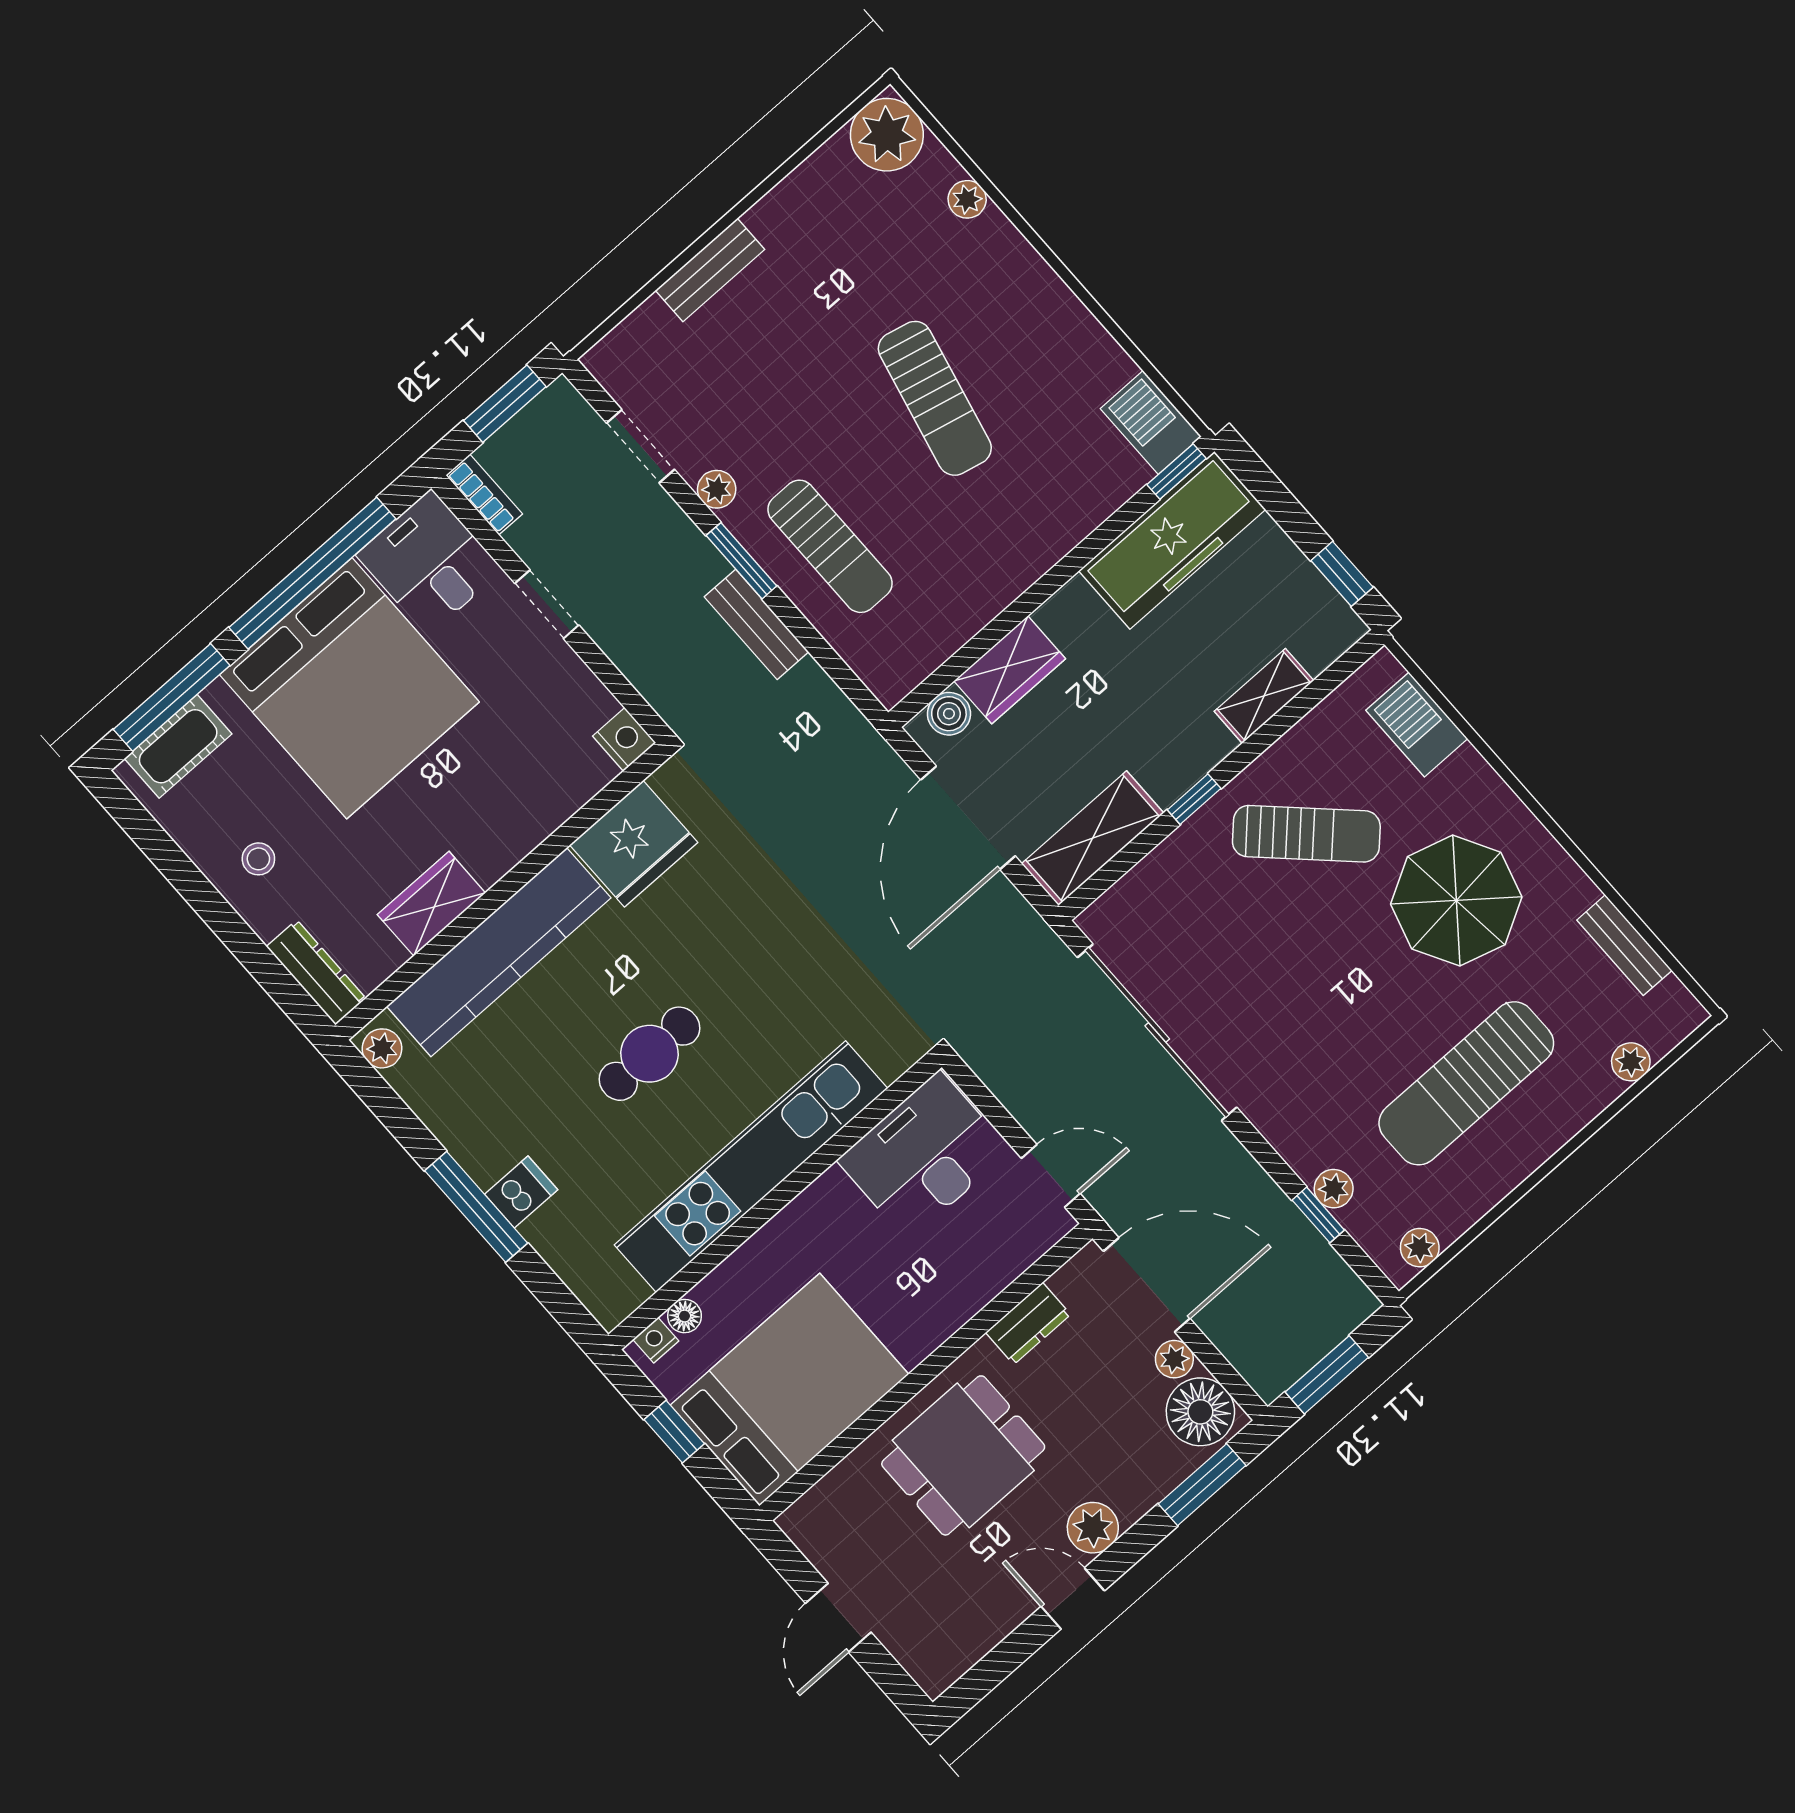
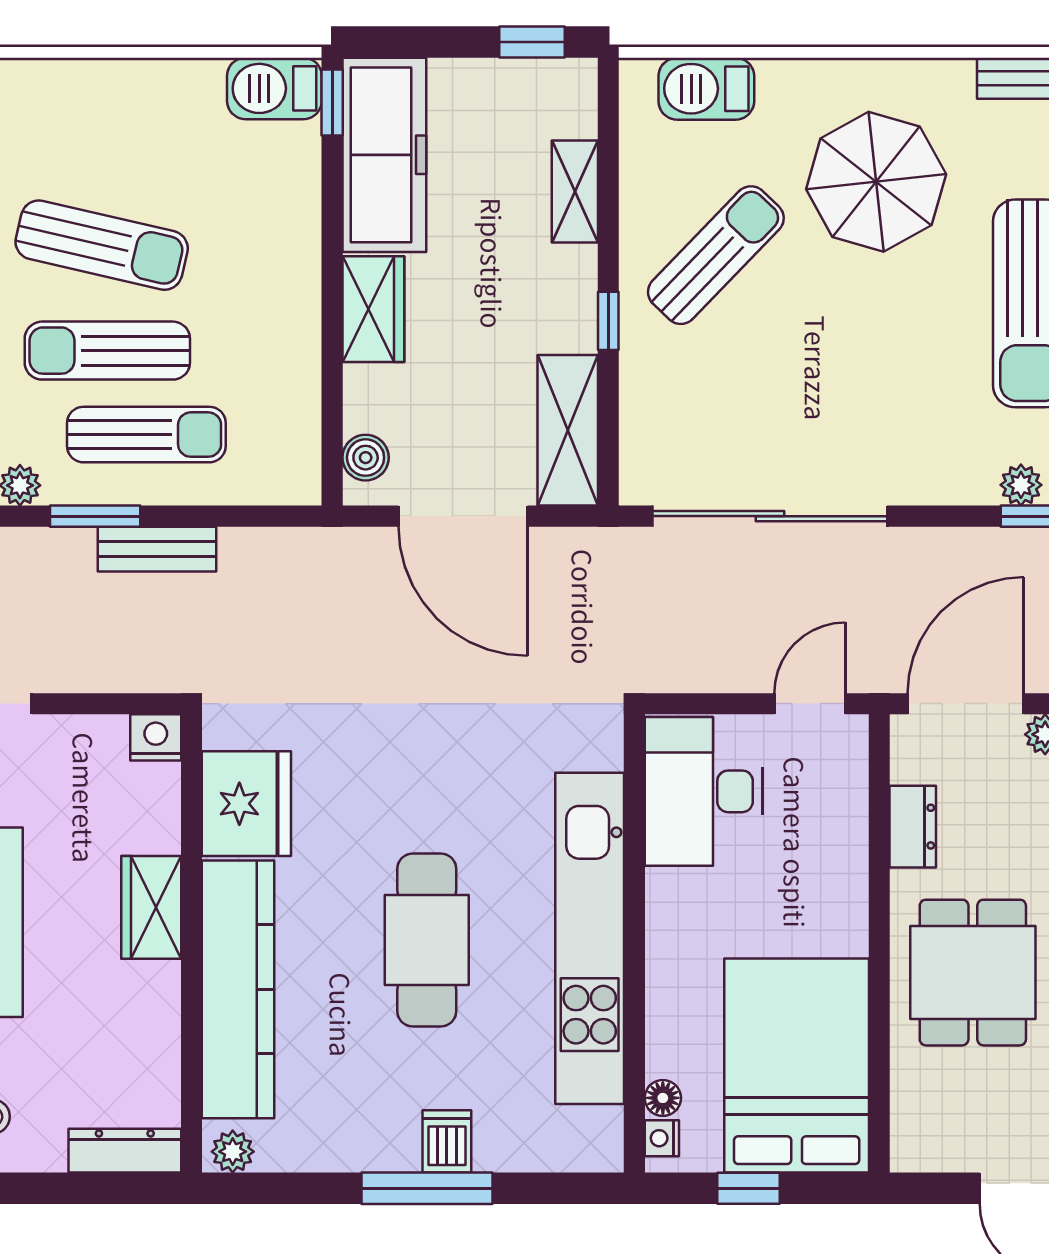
sun lounger: (865, 467) -> (107, 351), added
wardrobe: (1010, 670) -> (373, 309), moved
wardrobe: (431, 904) -> (151, 907), moved
cafe table: (649, 1054) -> (427, 940), width x1.37, depth x1.35

